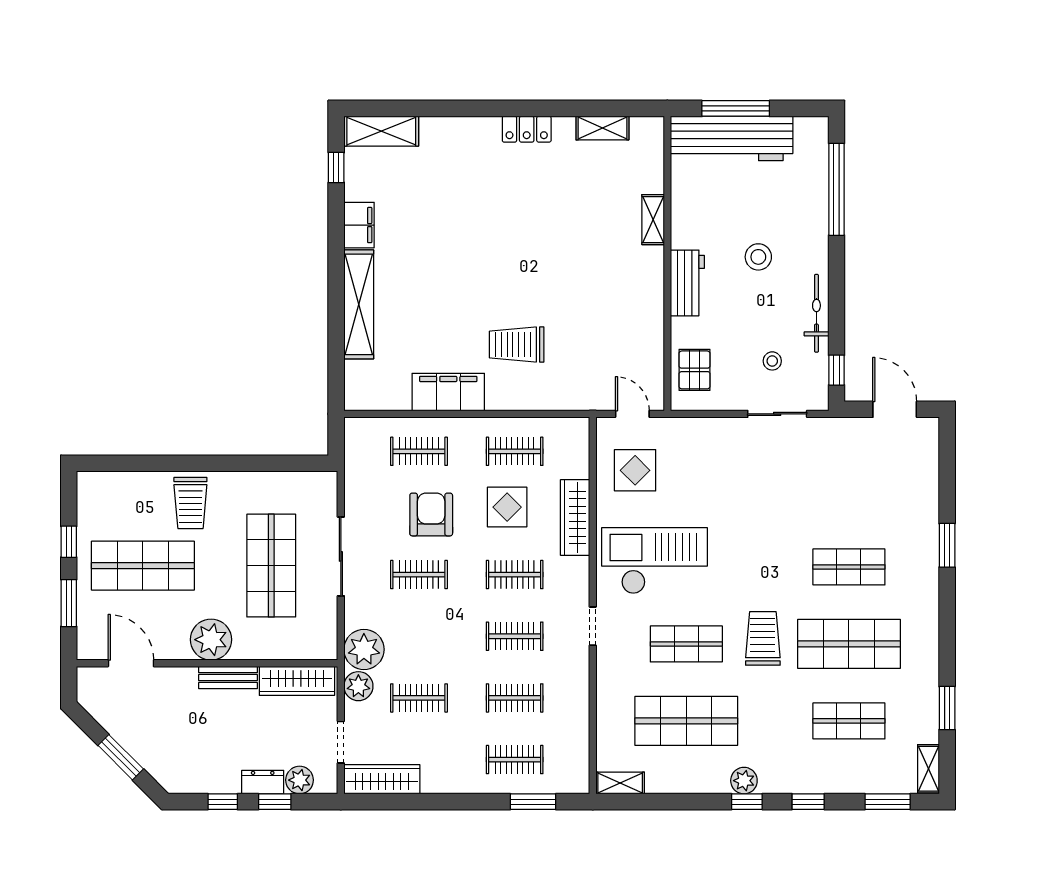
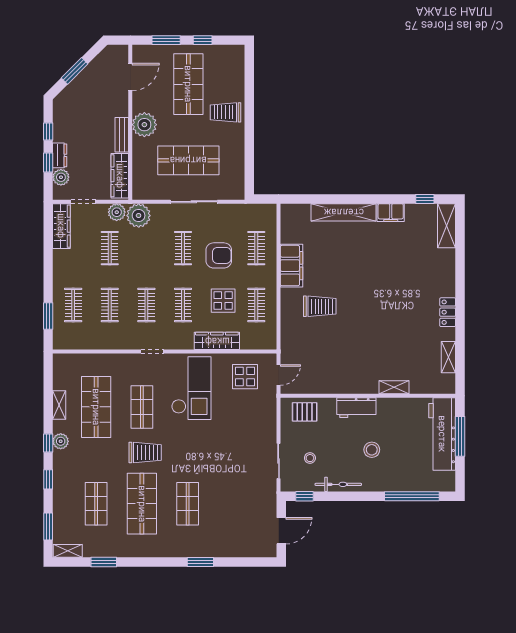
trolley: (517, 345) -> (320, 306), turned 90
shelving: (620, 783) -> (59, 405), moved

